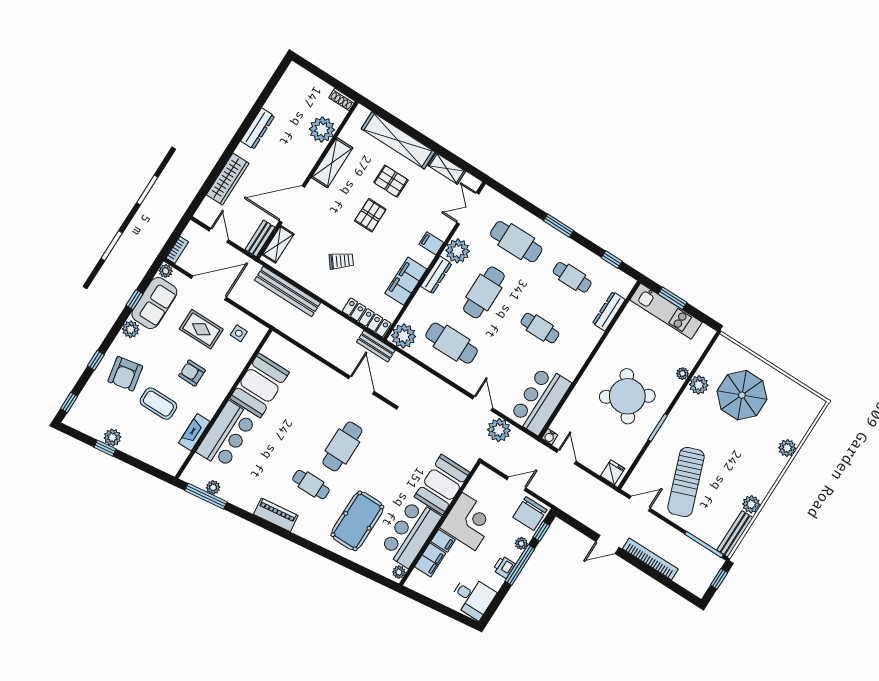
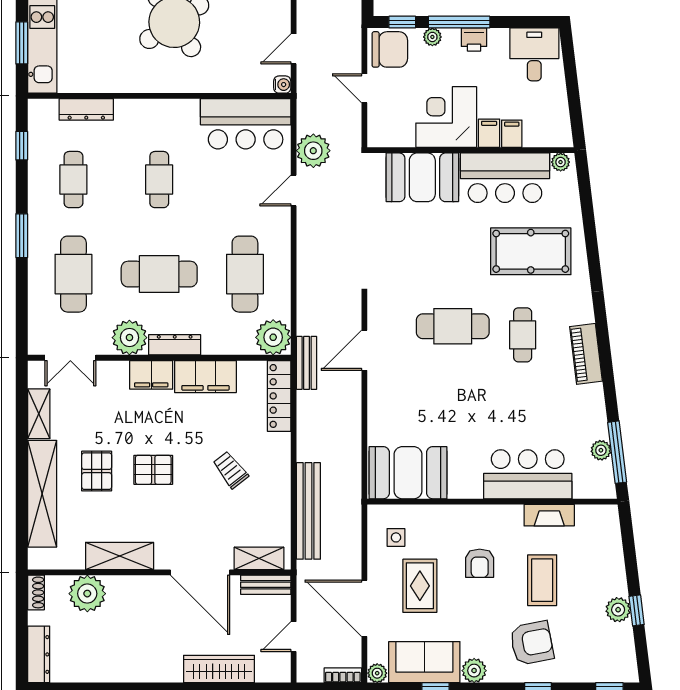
dresser: (258, 128) -> (39, 654), moved, turned 90
filing cabinet: (431, 243) -> (151, 375), width x2.00
booth: (259, 385) -> (408, 473), moved
filing cabinet: (430, 560) -> (512, 134), width x0.50

